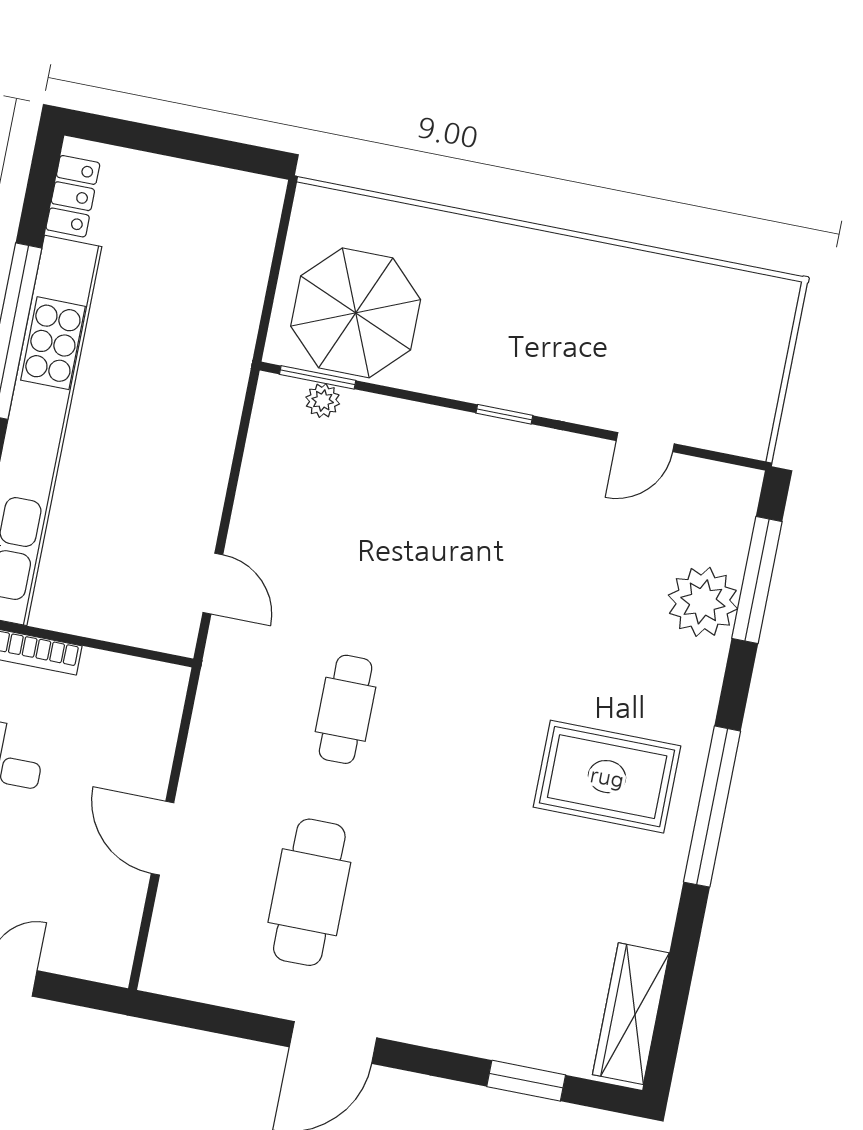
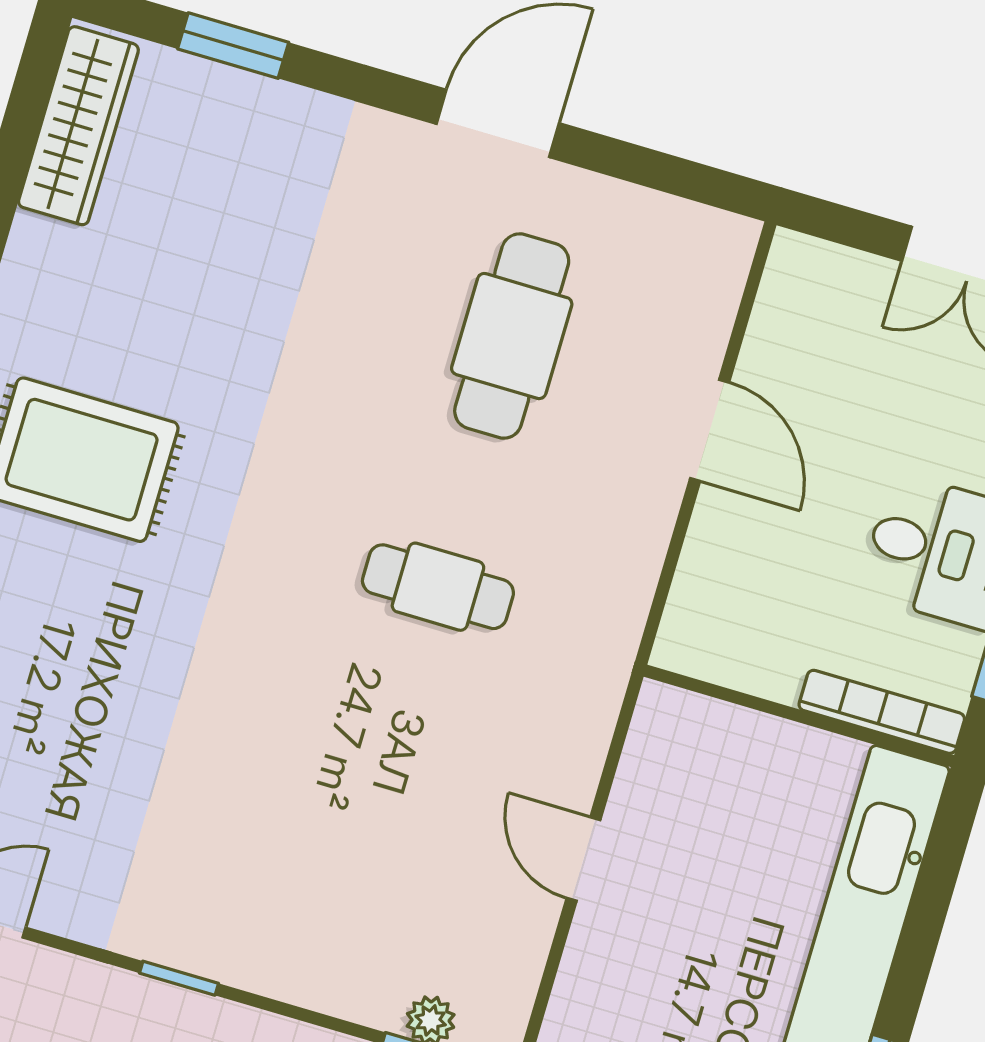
door: (213, 584) -> (583, 859), moved
cafe table: (346, 709) -> (438, 587), turned 90

